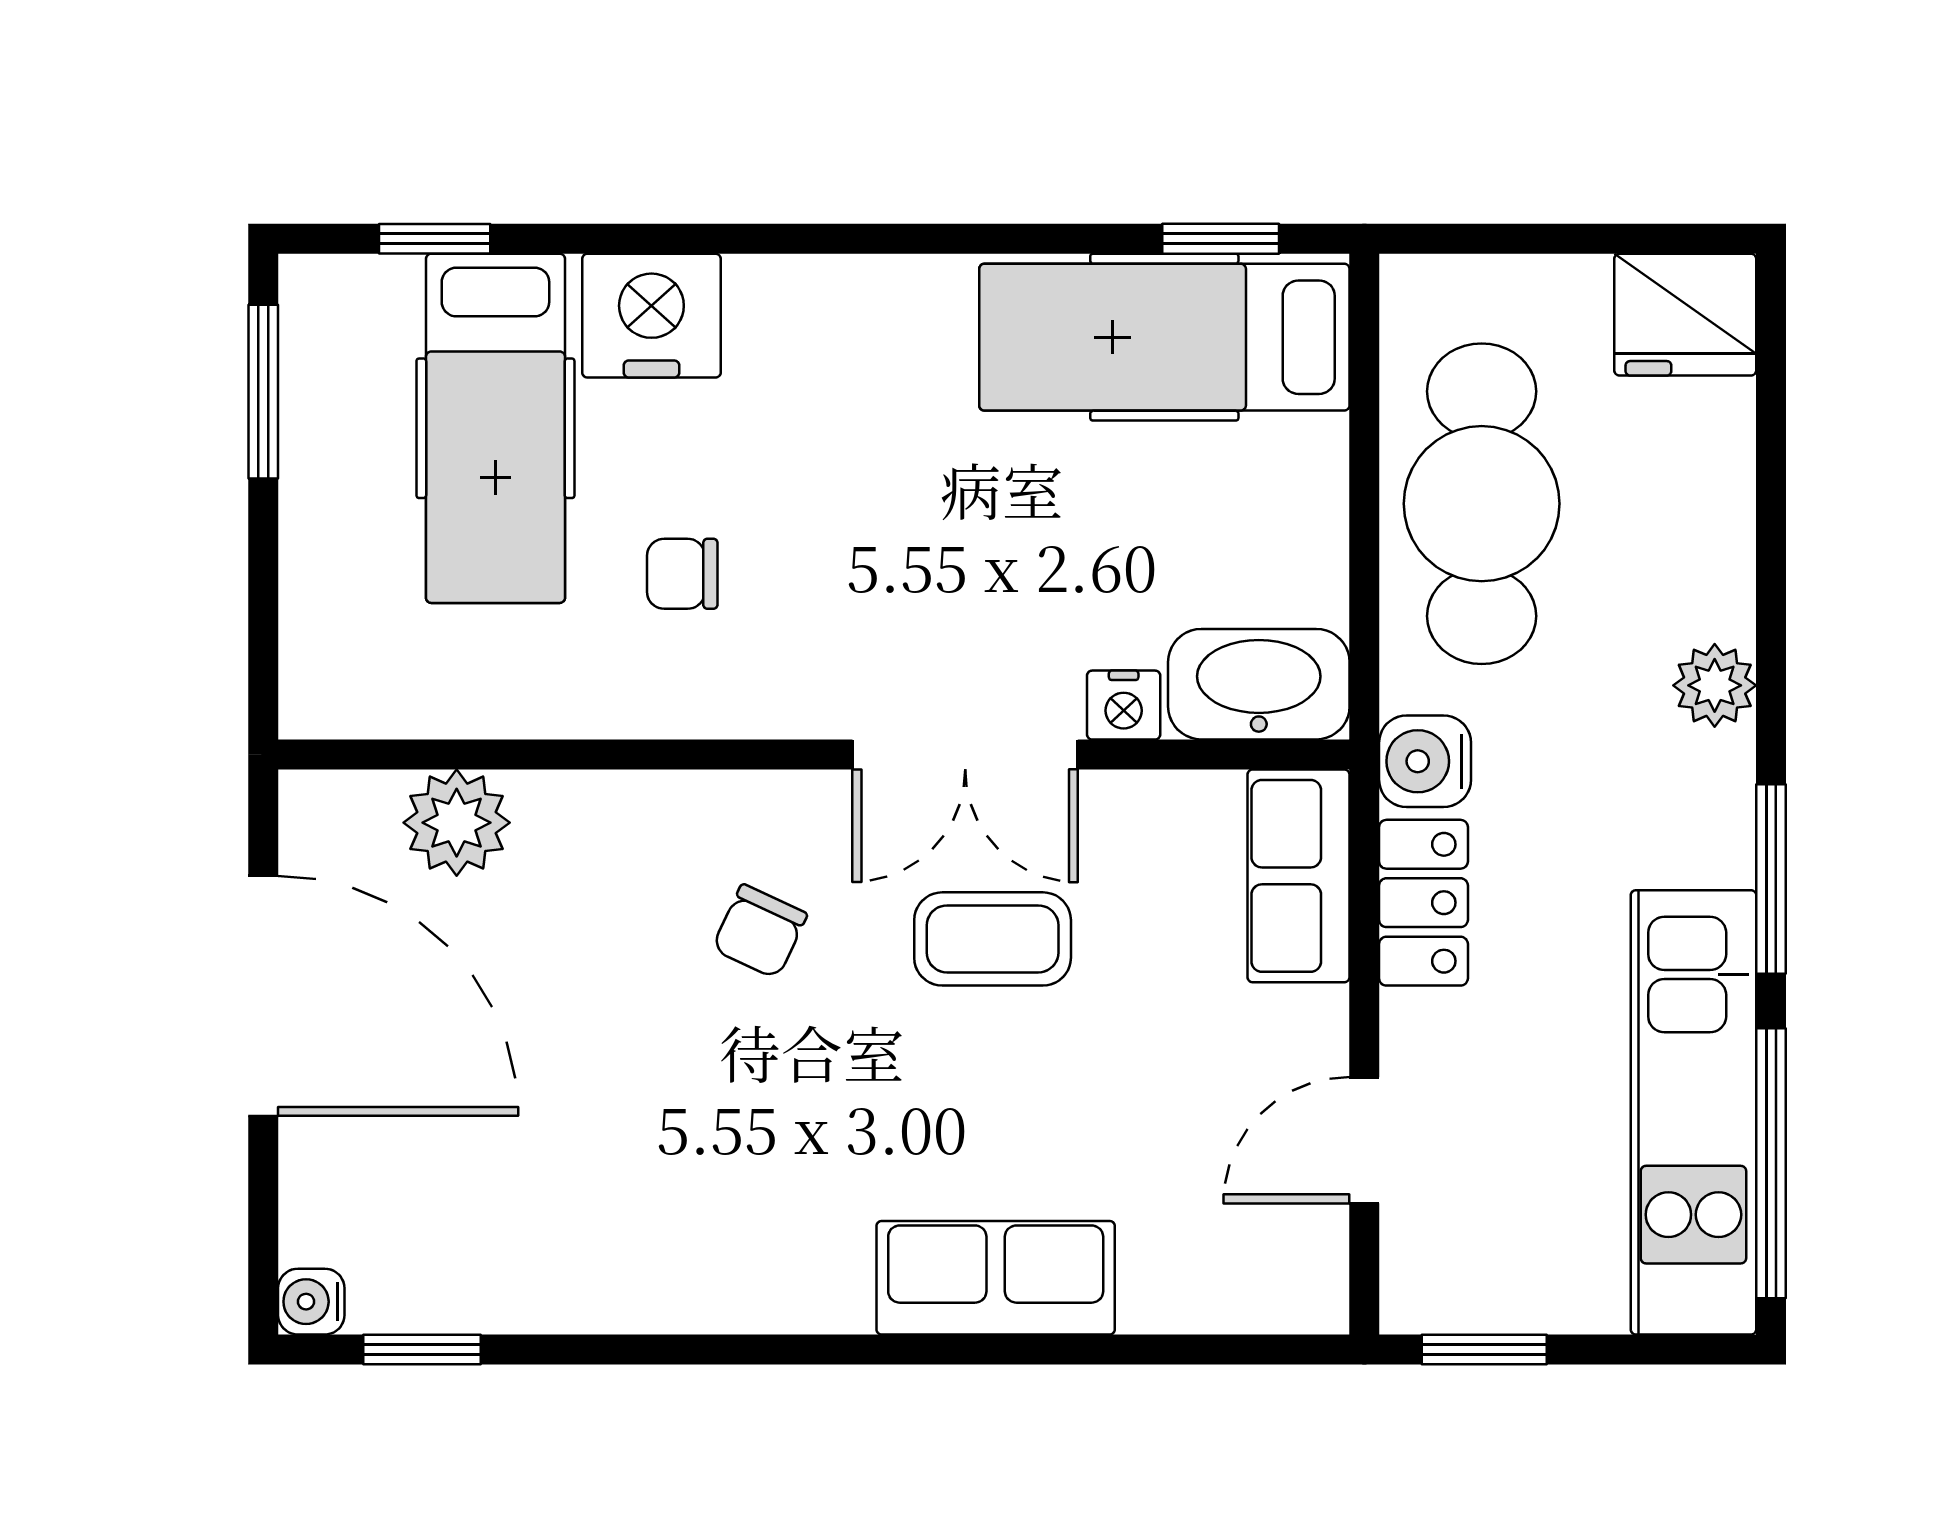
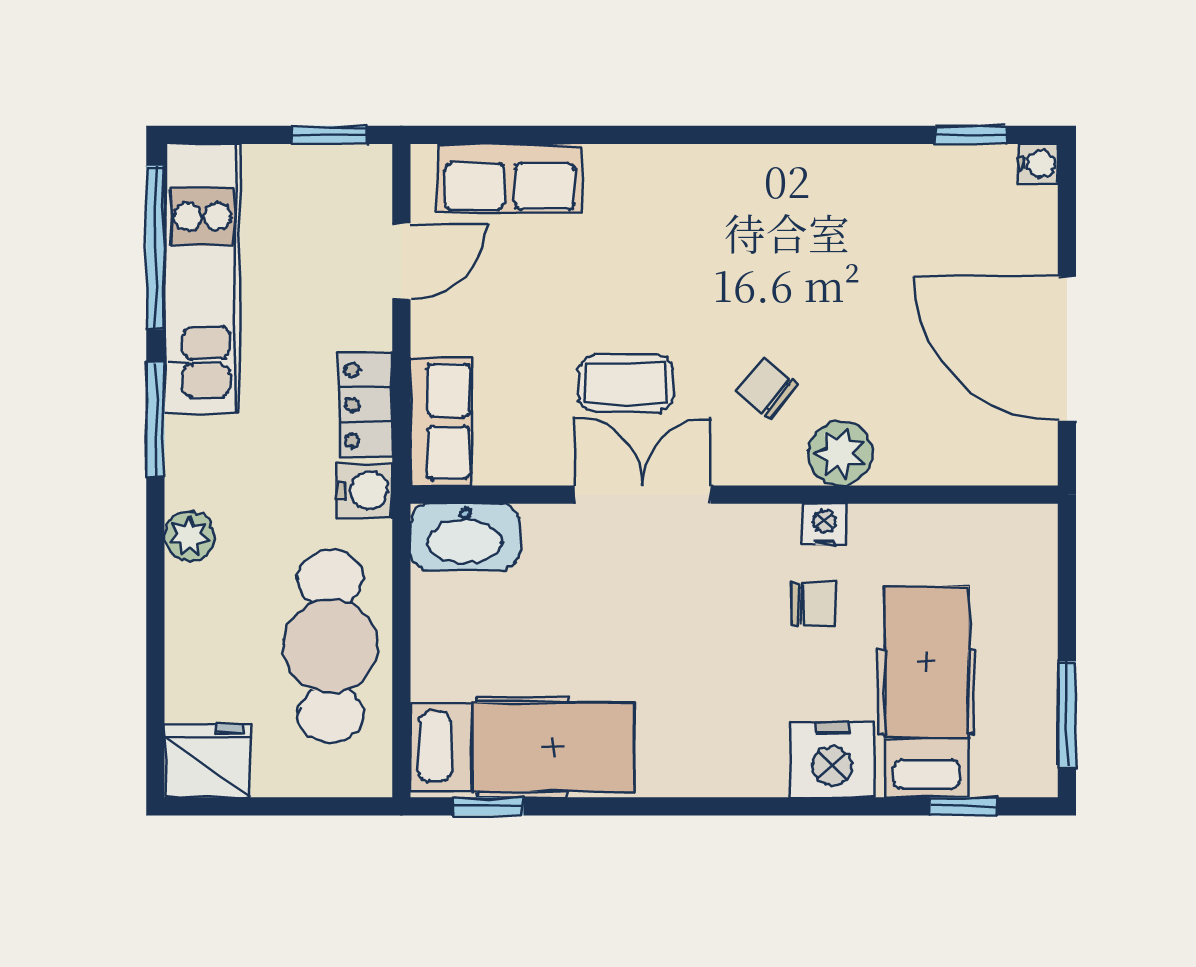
nightstand: (1124, 705) -> (825, 525), moved
plant: (457, 823) -> (840, 453), moved
chair: (760, 931) -> (767, 388), turned -76
row of seats: (996, 1278) -> (509, 178), moved

